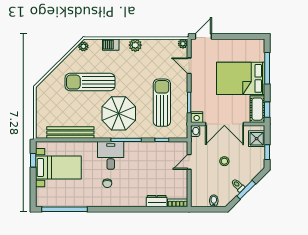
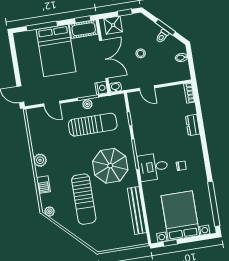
plant: (183, 44) -> (87, 104), moved
door: (189, 66) -> (52, 104), hinge flipped
sun lounger: (162, 103) -> (93, 125), turned 180
bed with nightstands: (58, 168) -> (180, 216), width x1.36
dresser: (157, 201) -> (193, 125), moved

